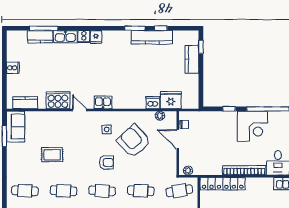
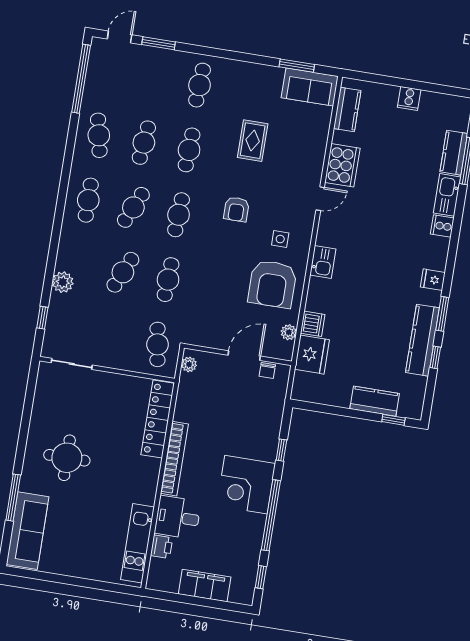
fridge: (96, 37) -> (433, 280), moved
kitchen sink: (103, 102) -> (323, 262), moved
armchair: (134, 141) -> (272, 284), moved, turned 132
armchair: (106, 162) -> (236, 209), moved

